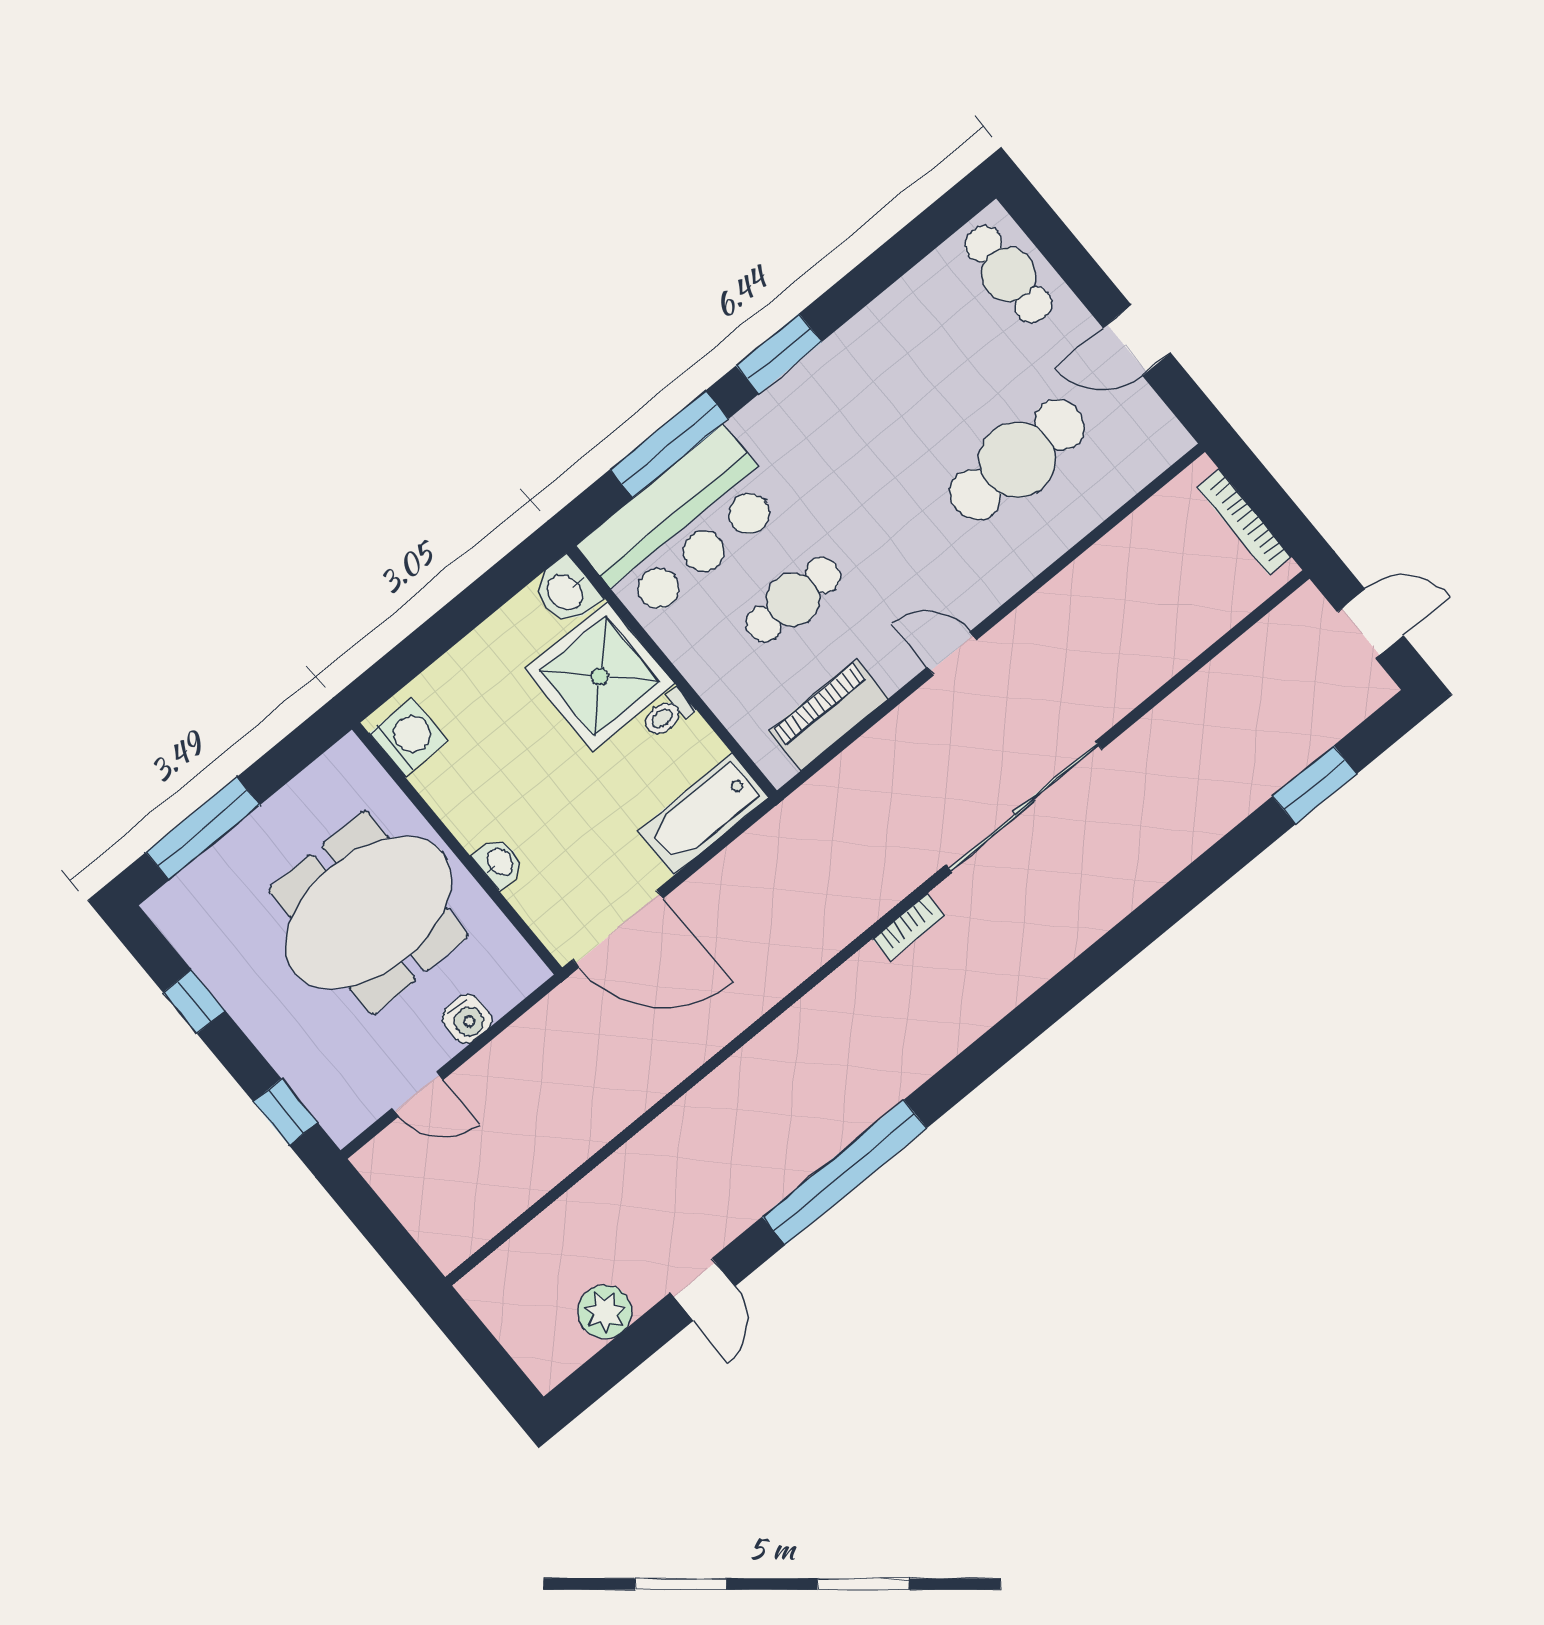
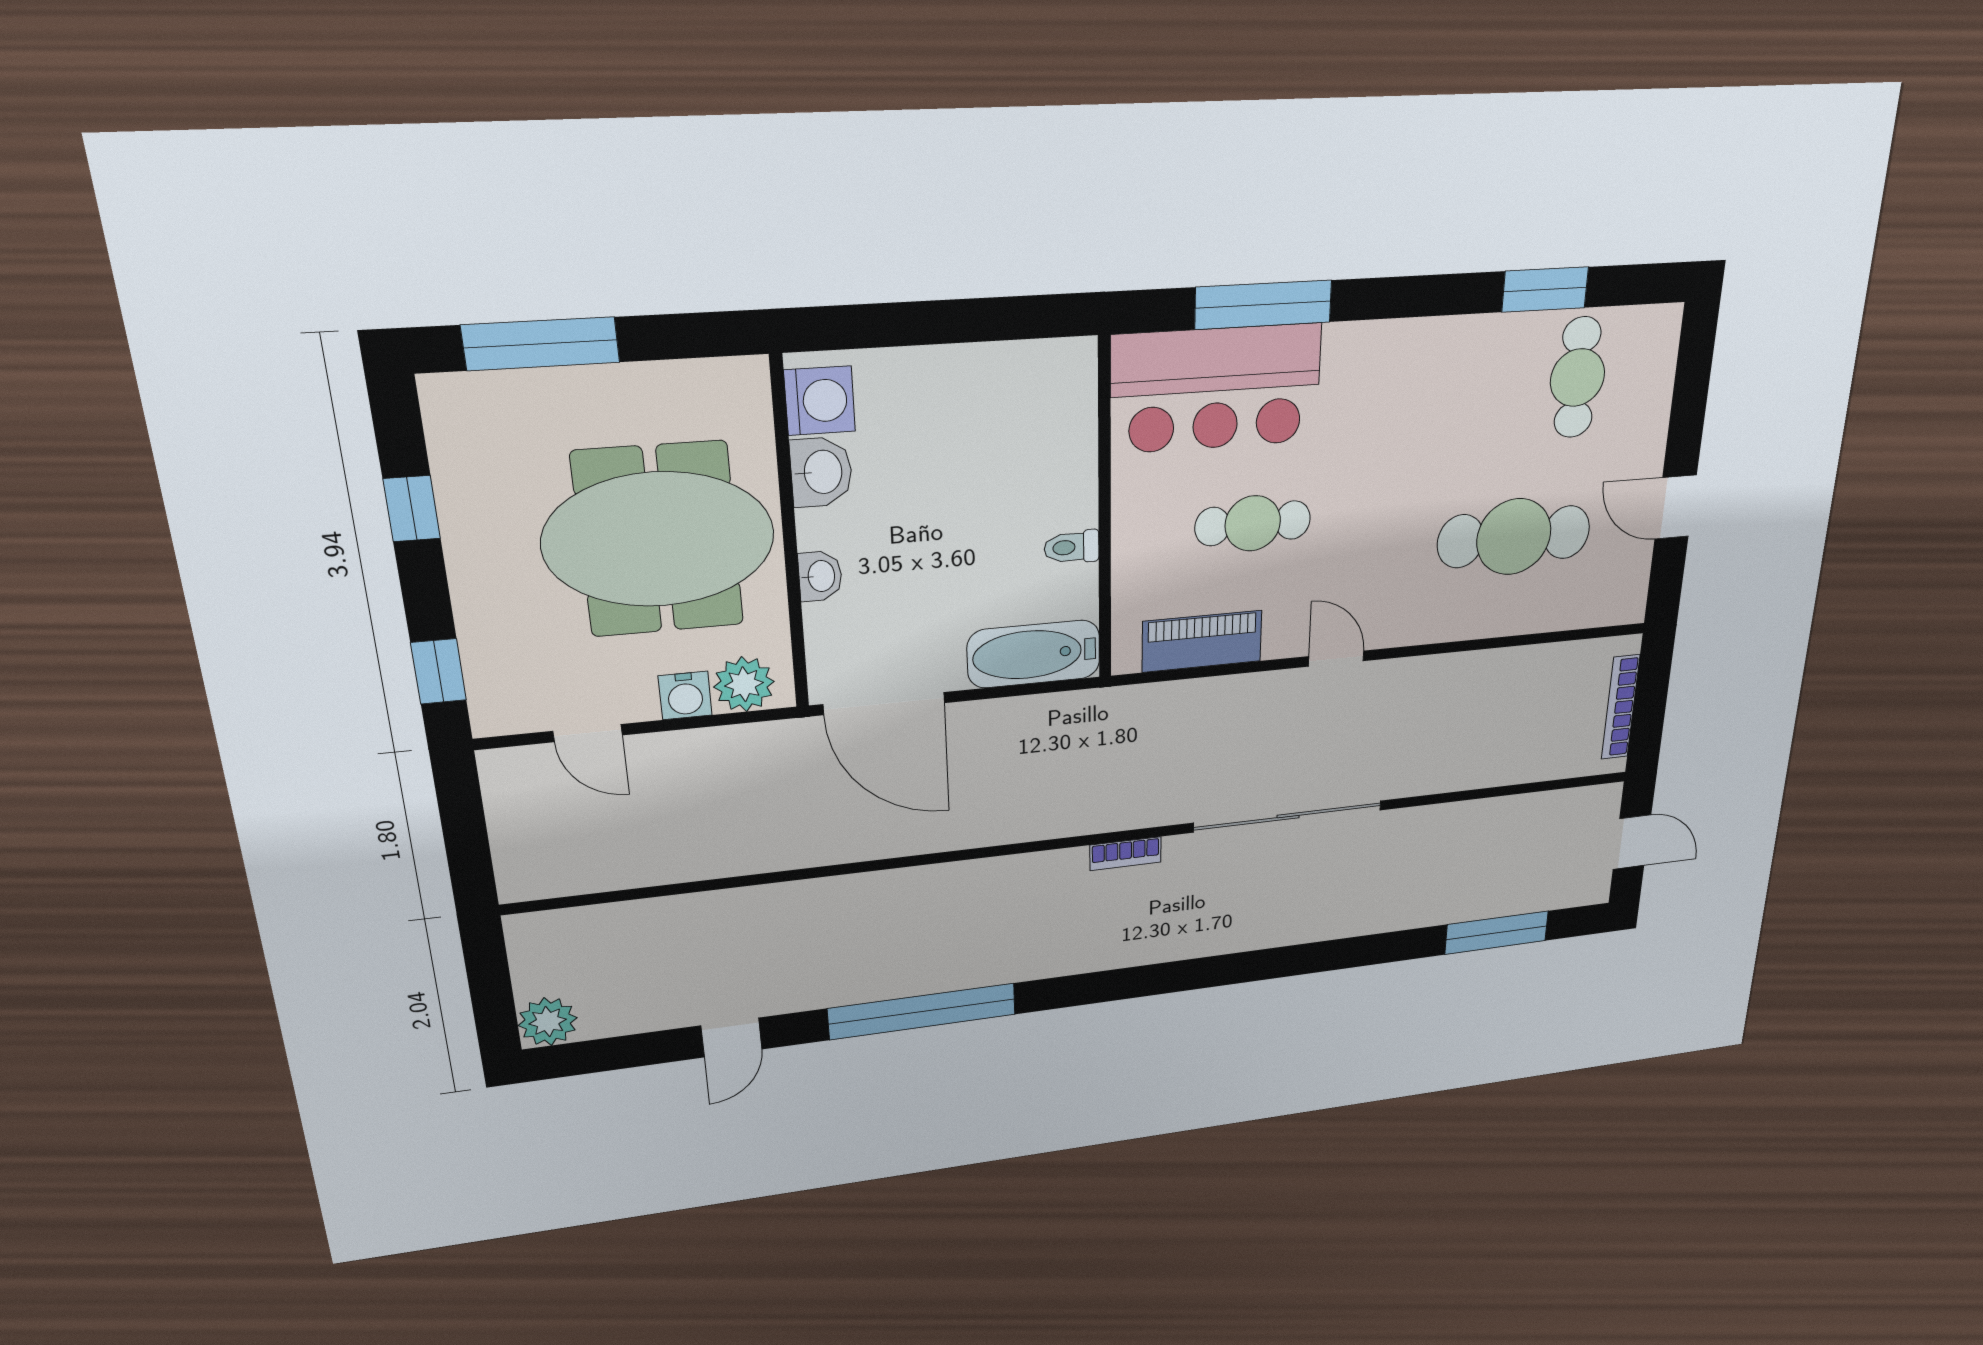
cafe table: (1008, 274) -> (1577, 378), moved
window: (779, 354) -> (1545, 290), moved
washbasin: (566, 592) -> (821, 472), moved, turned 180
shower: (600, 676) -> (1039, 471), removed
window: (1315, 785) -> (1497, 933), width x1.44
plant: (503, 982) -> (744, 684), added
plant: (605, 1312) -> (548, 1022), moved

